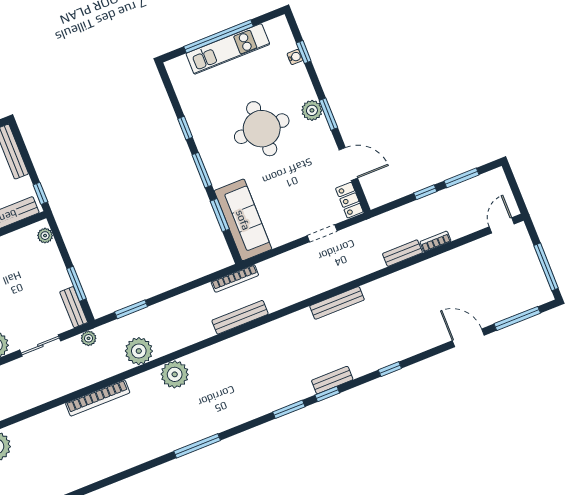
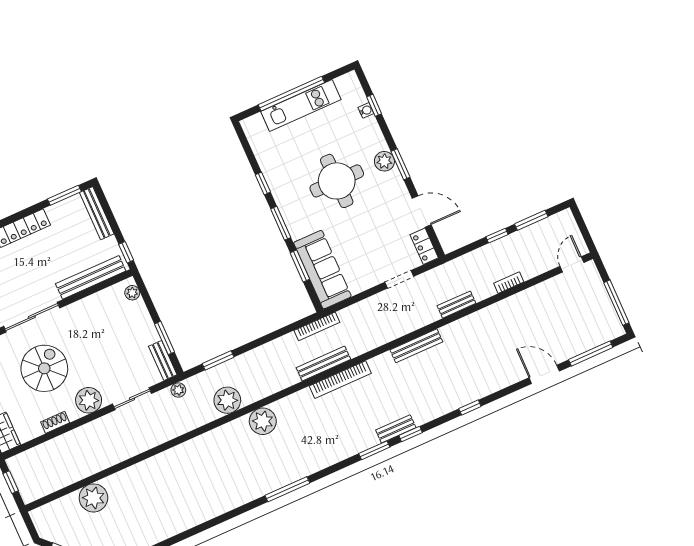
bench: (402, 253) -> (456, 305), moved
bench: (332, 380) -> (396, 429), moved
bookcase: (98, 398) -> (340, 380), moved

